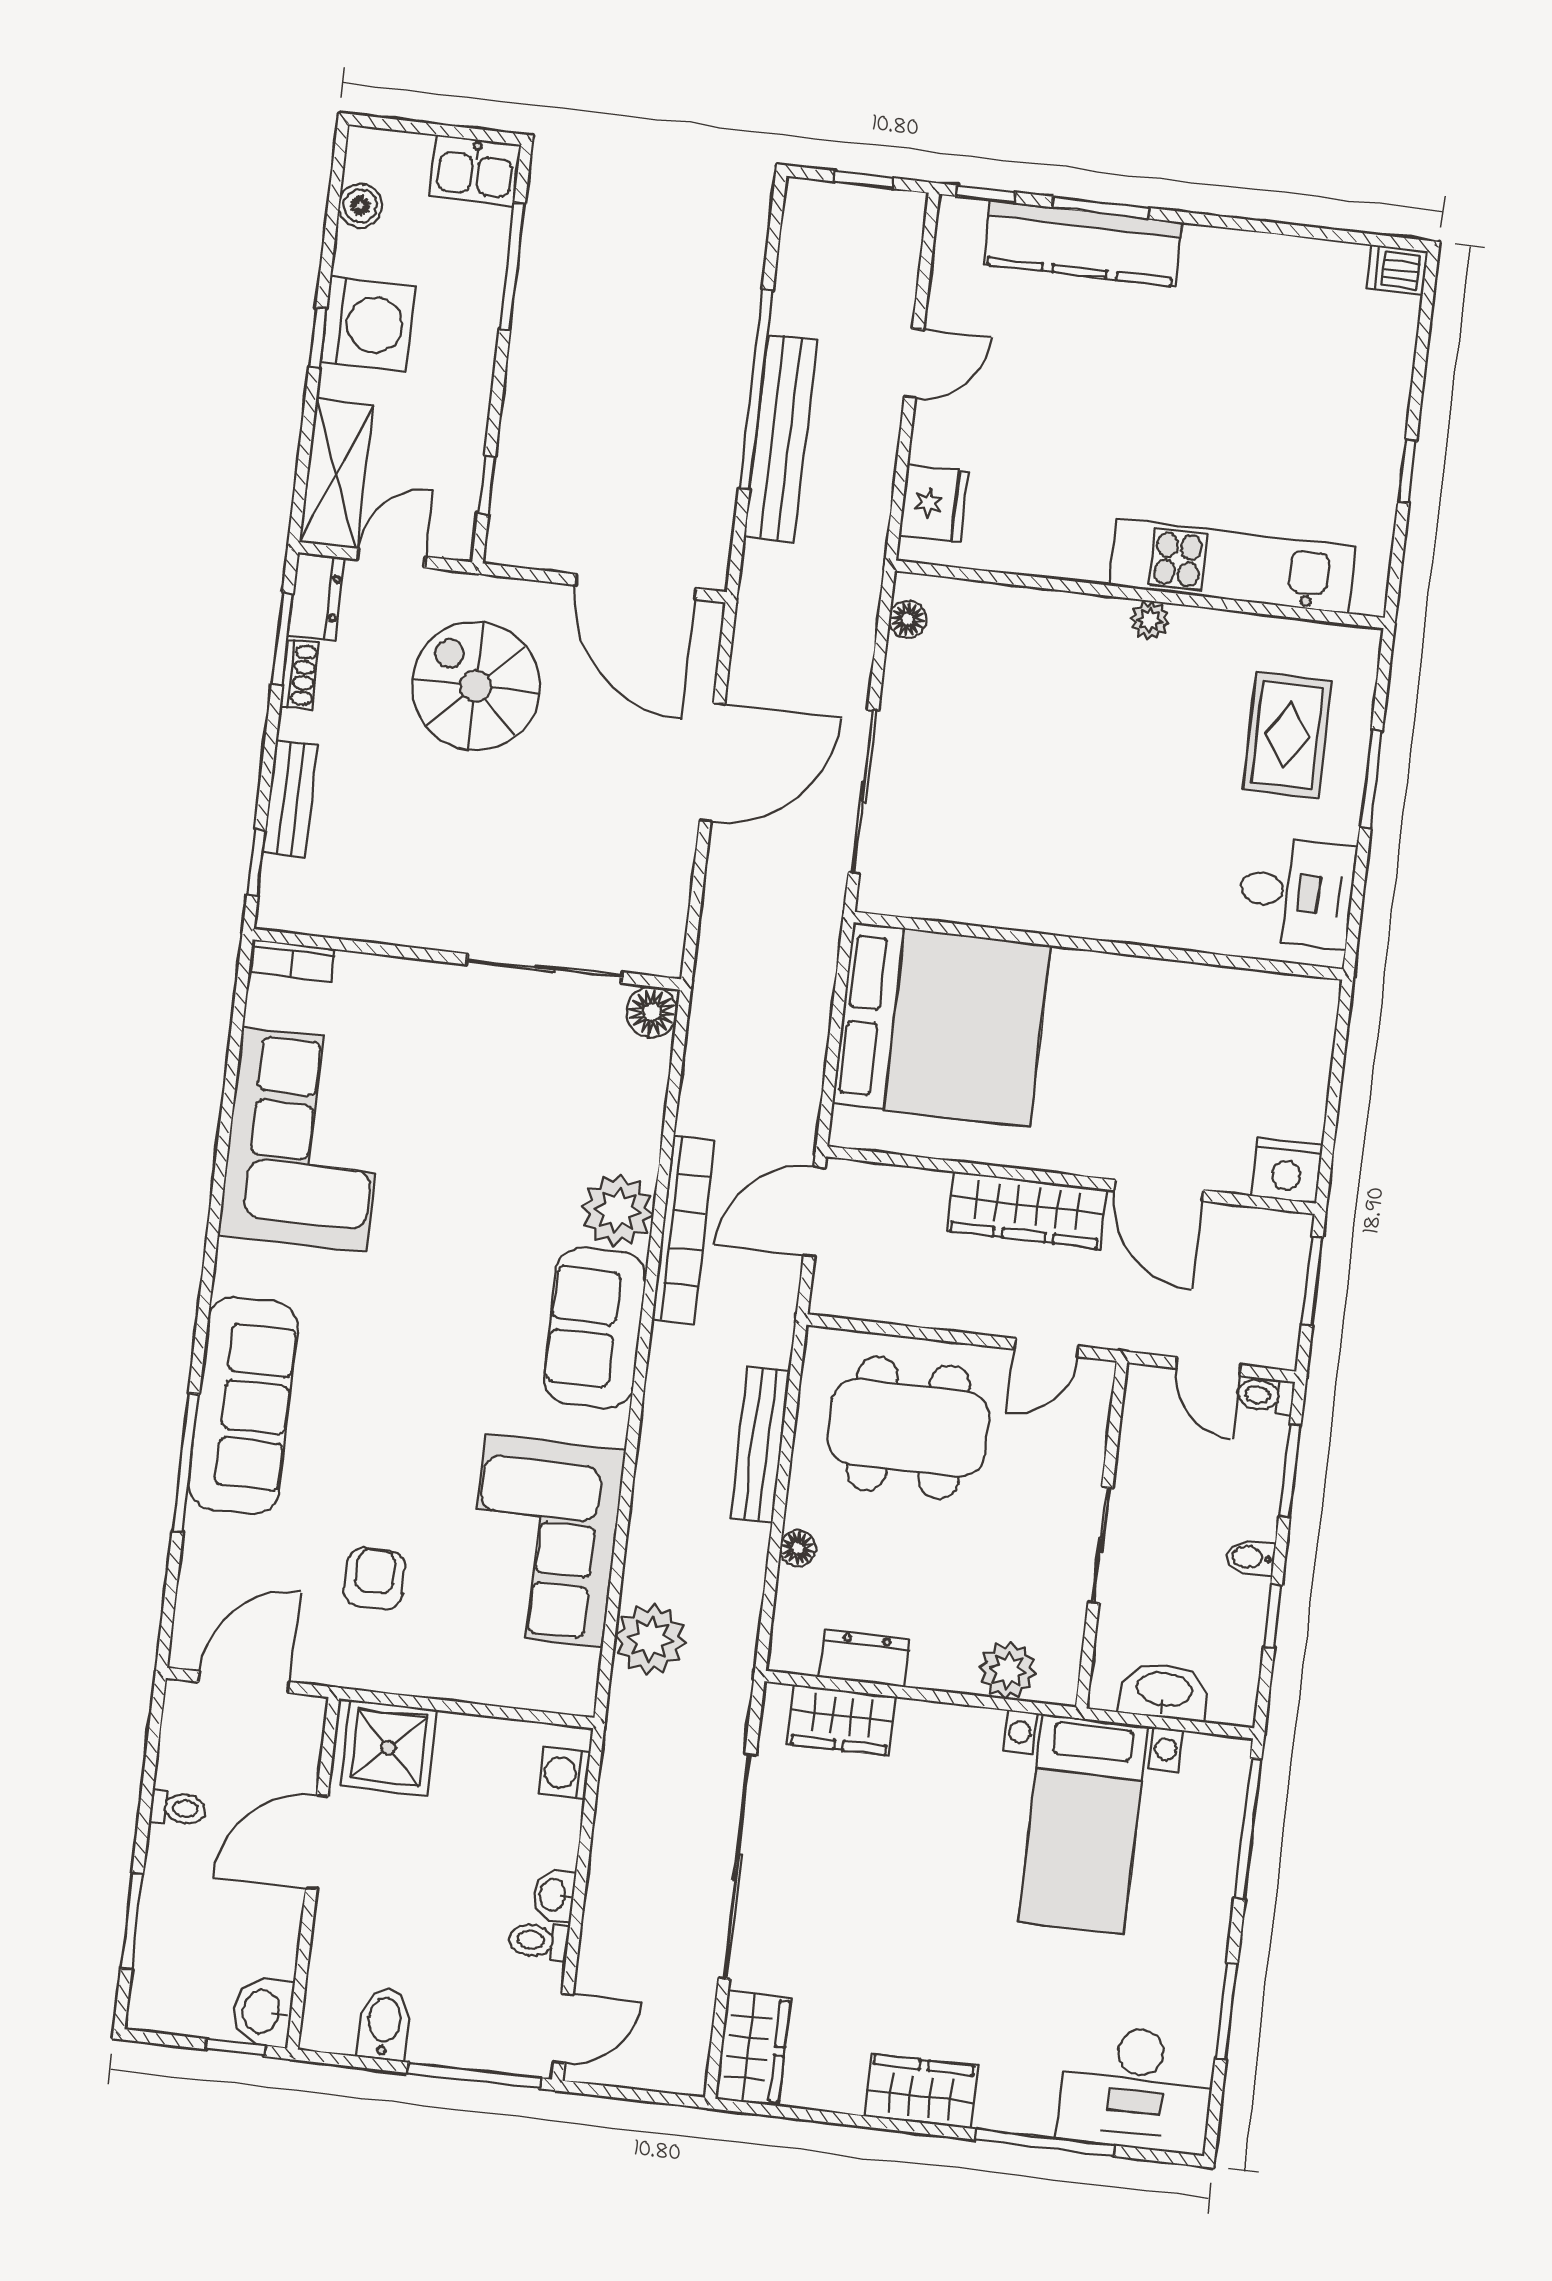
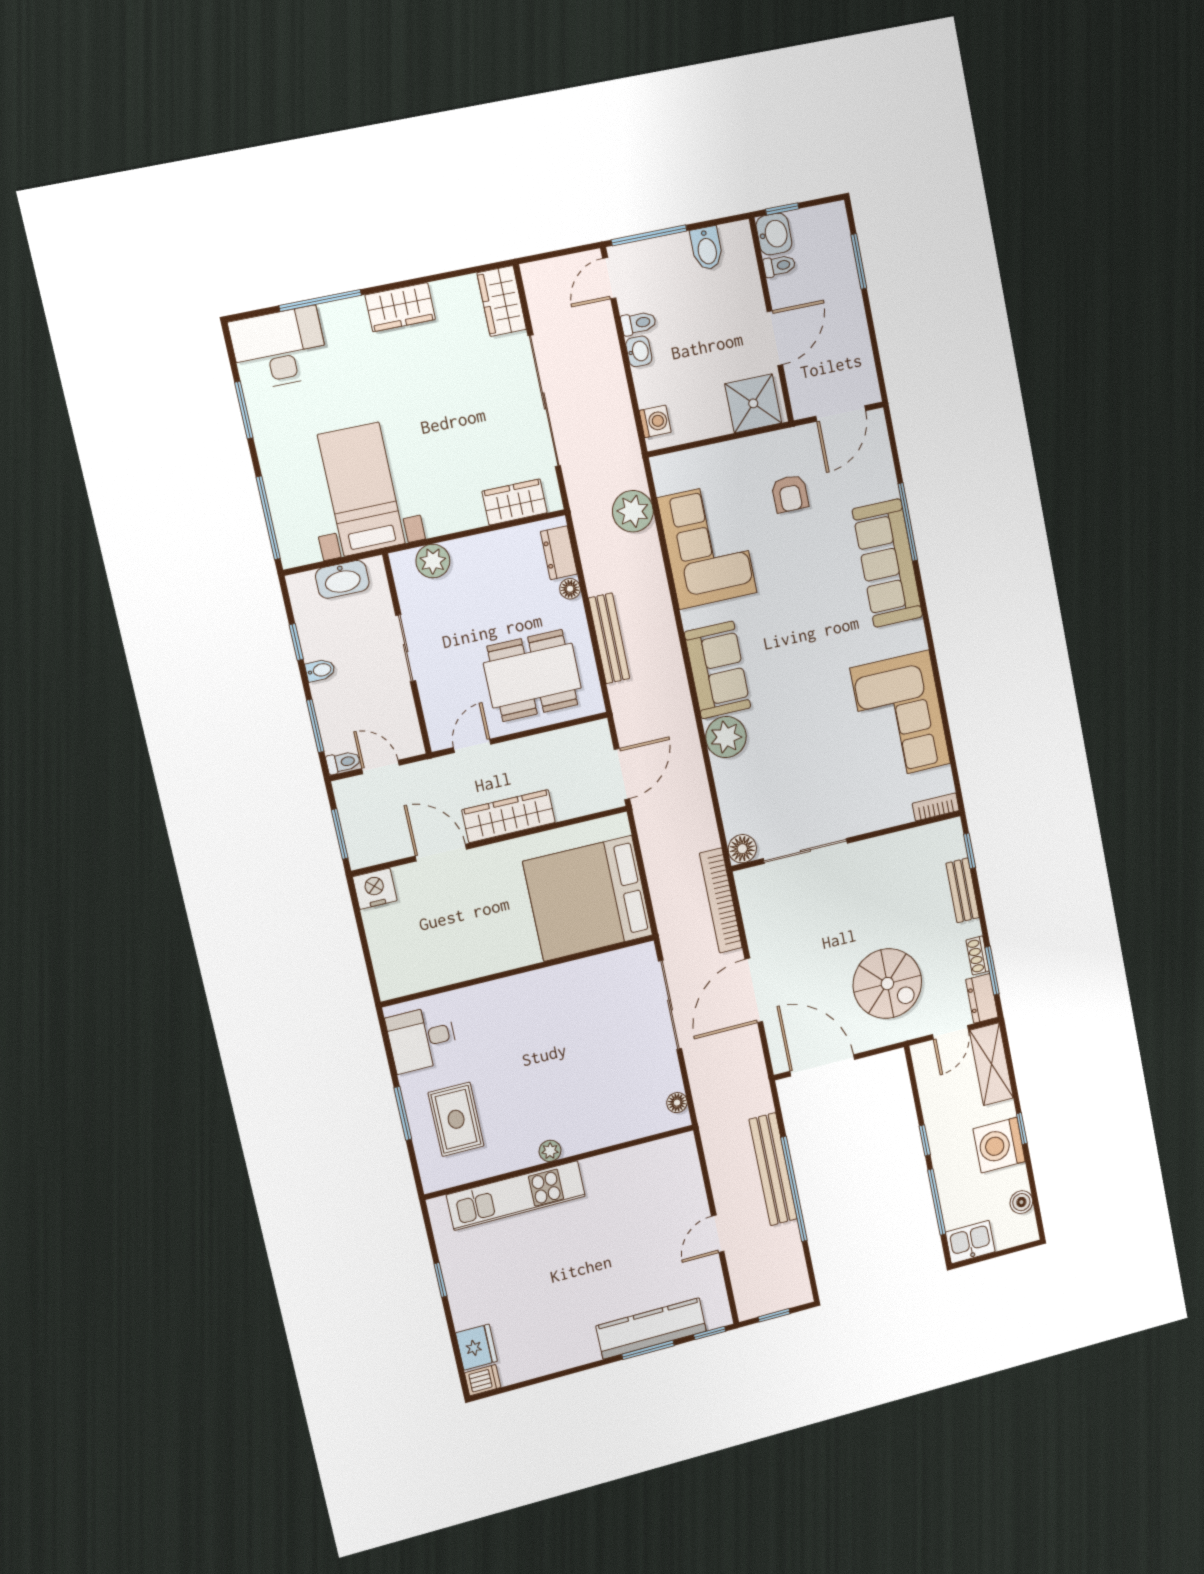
window: (487, 485) -> (925, 1140), moved
fridge: (934, 504) -> (476, 1347), moved, turned 180
bookcase: (683, 1230) -> (721, 900), moved
dresser: (865, 1658) -> (559, 553), moved, turned 90
toilet: (178, 1808) -> (779, 266), moved, turned 180

